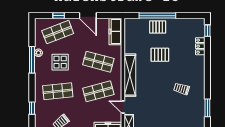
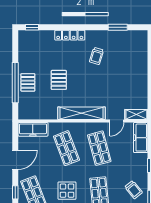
locker: (200, 46) -> (70, 35), moved, width x1.53
shop shelf: (98, 62) -> (66, 148), turned -36

